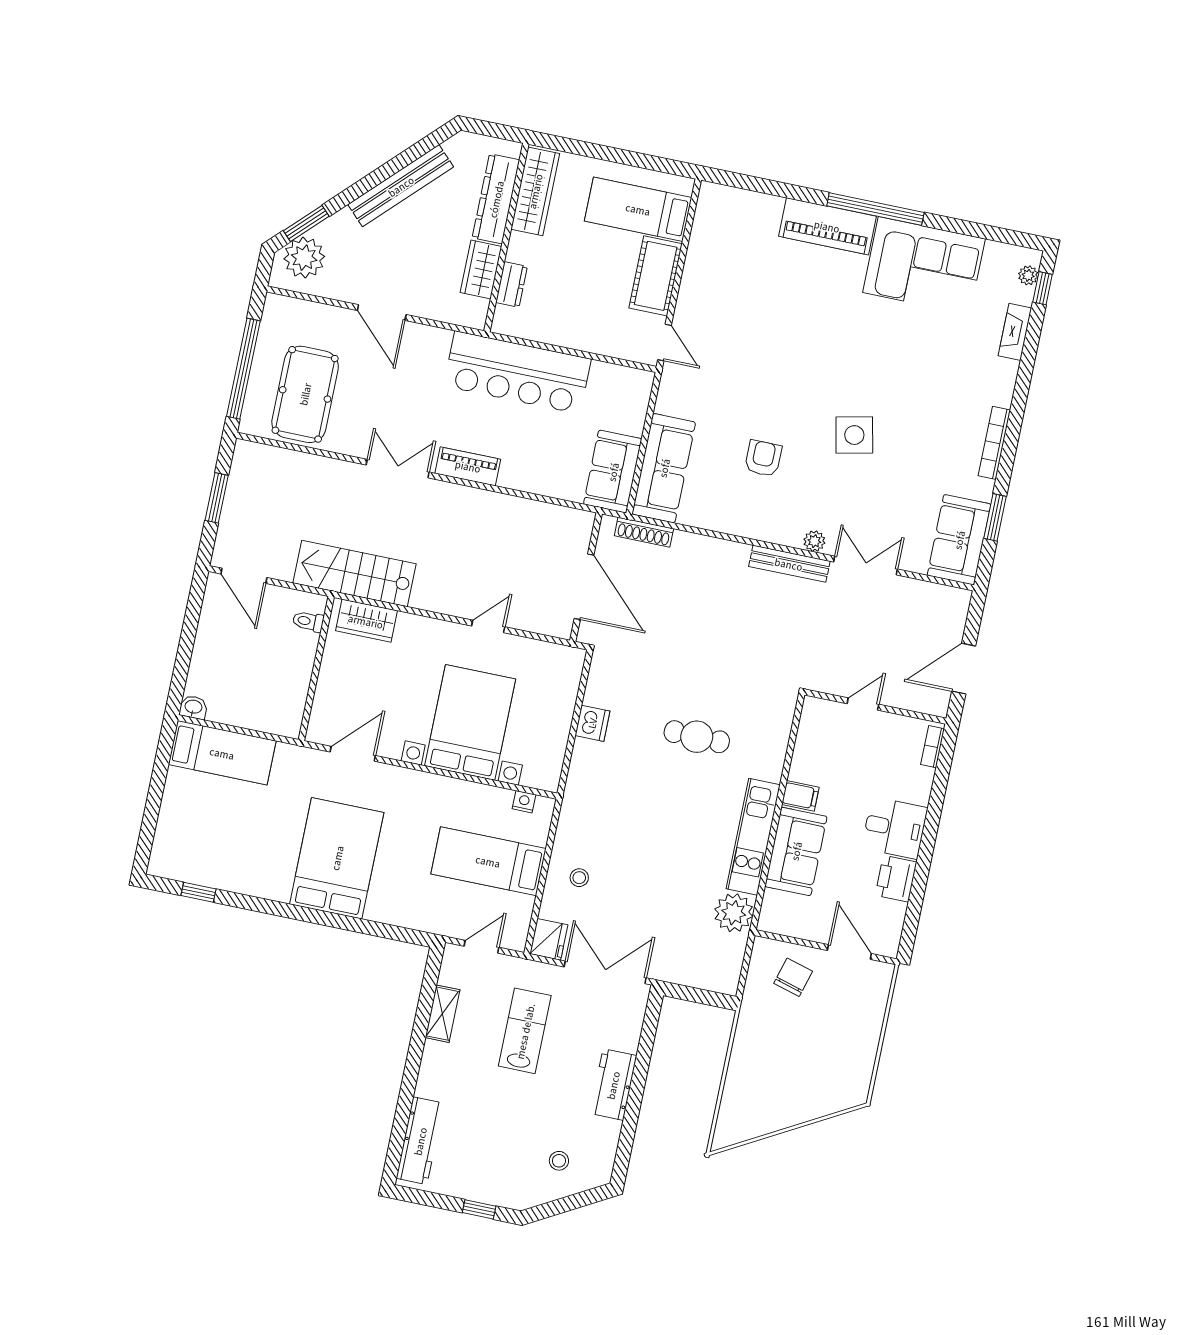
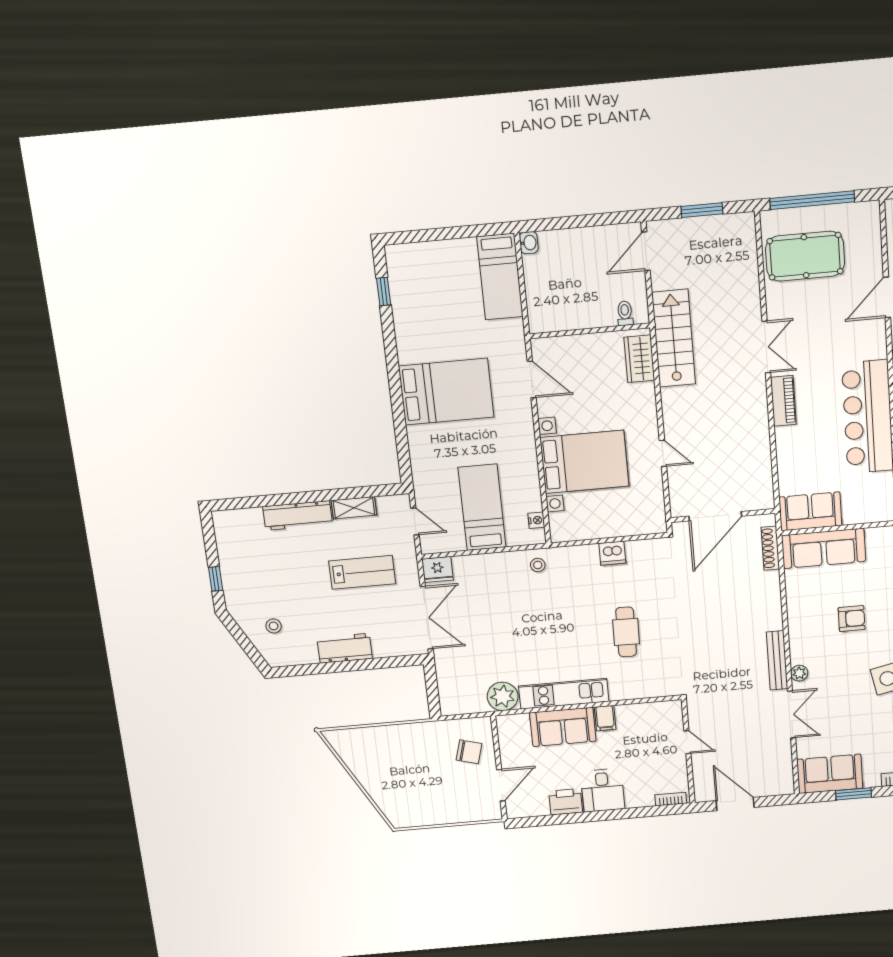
stool: (579, 878) -> (538, 565), moved
workbench: (420, 1141) -> (298, 516), moved

